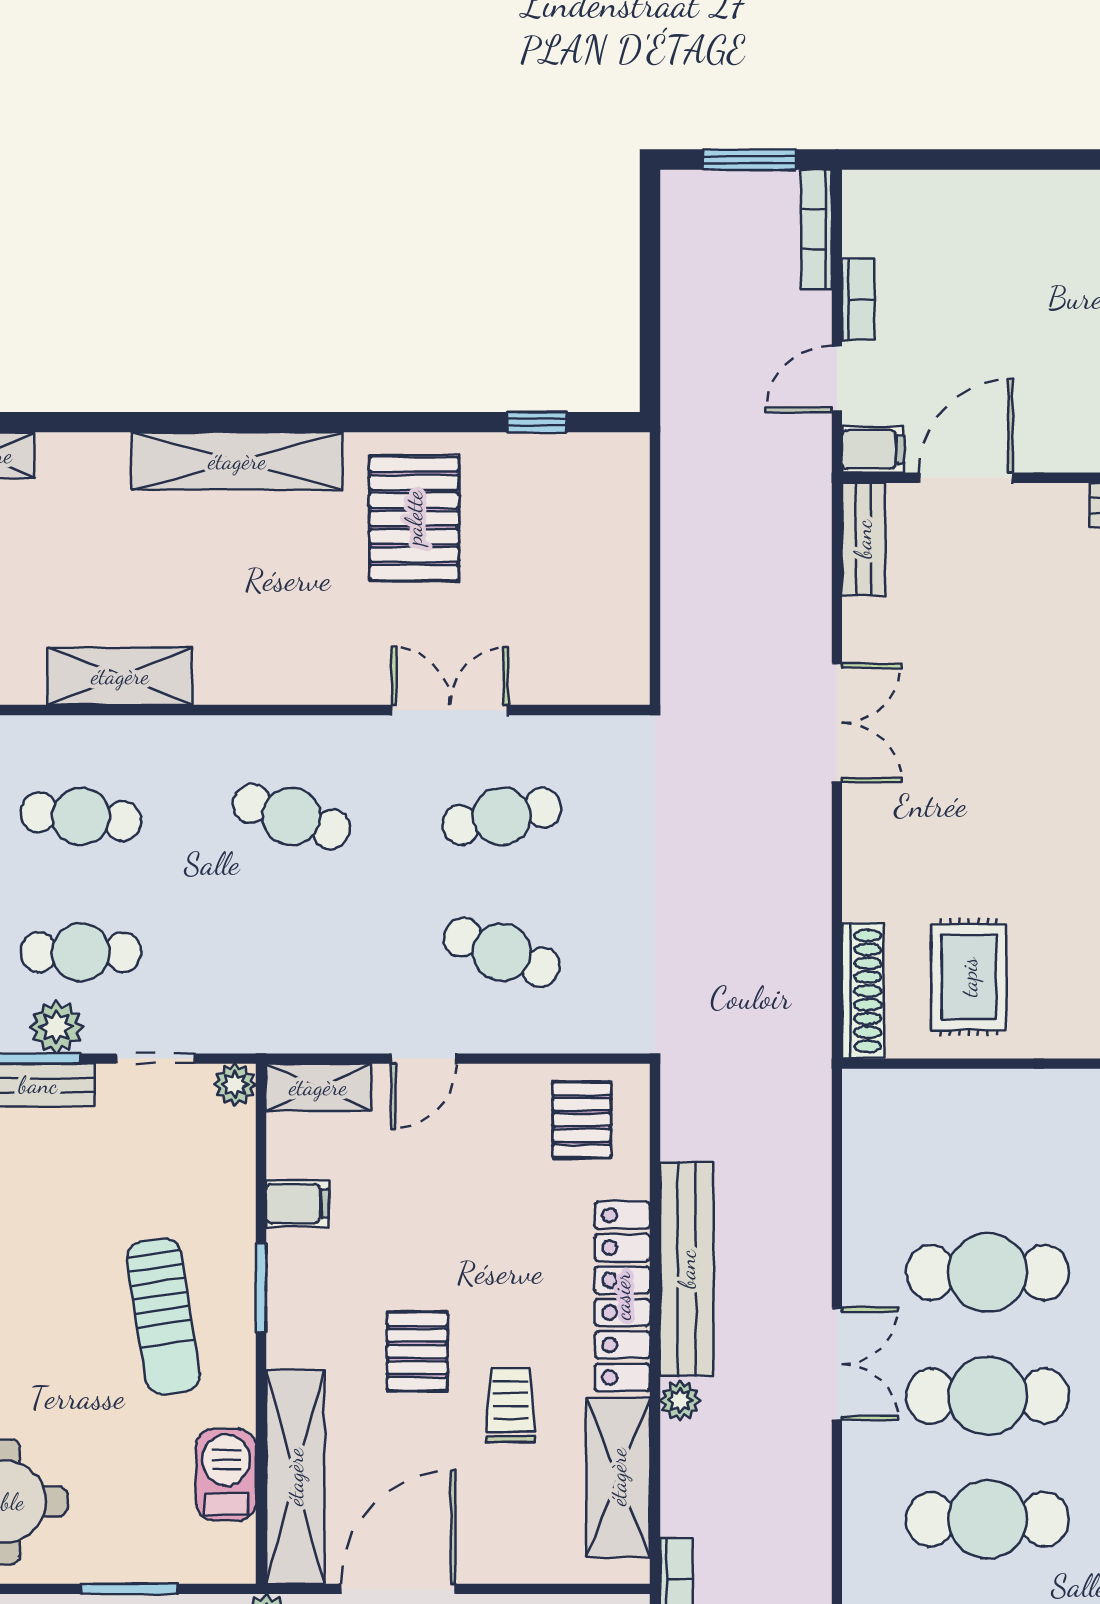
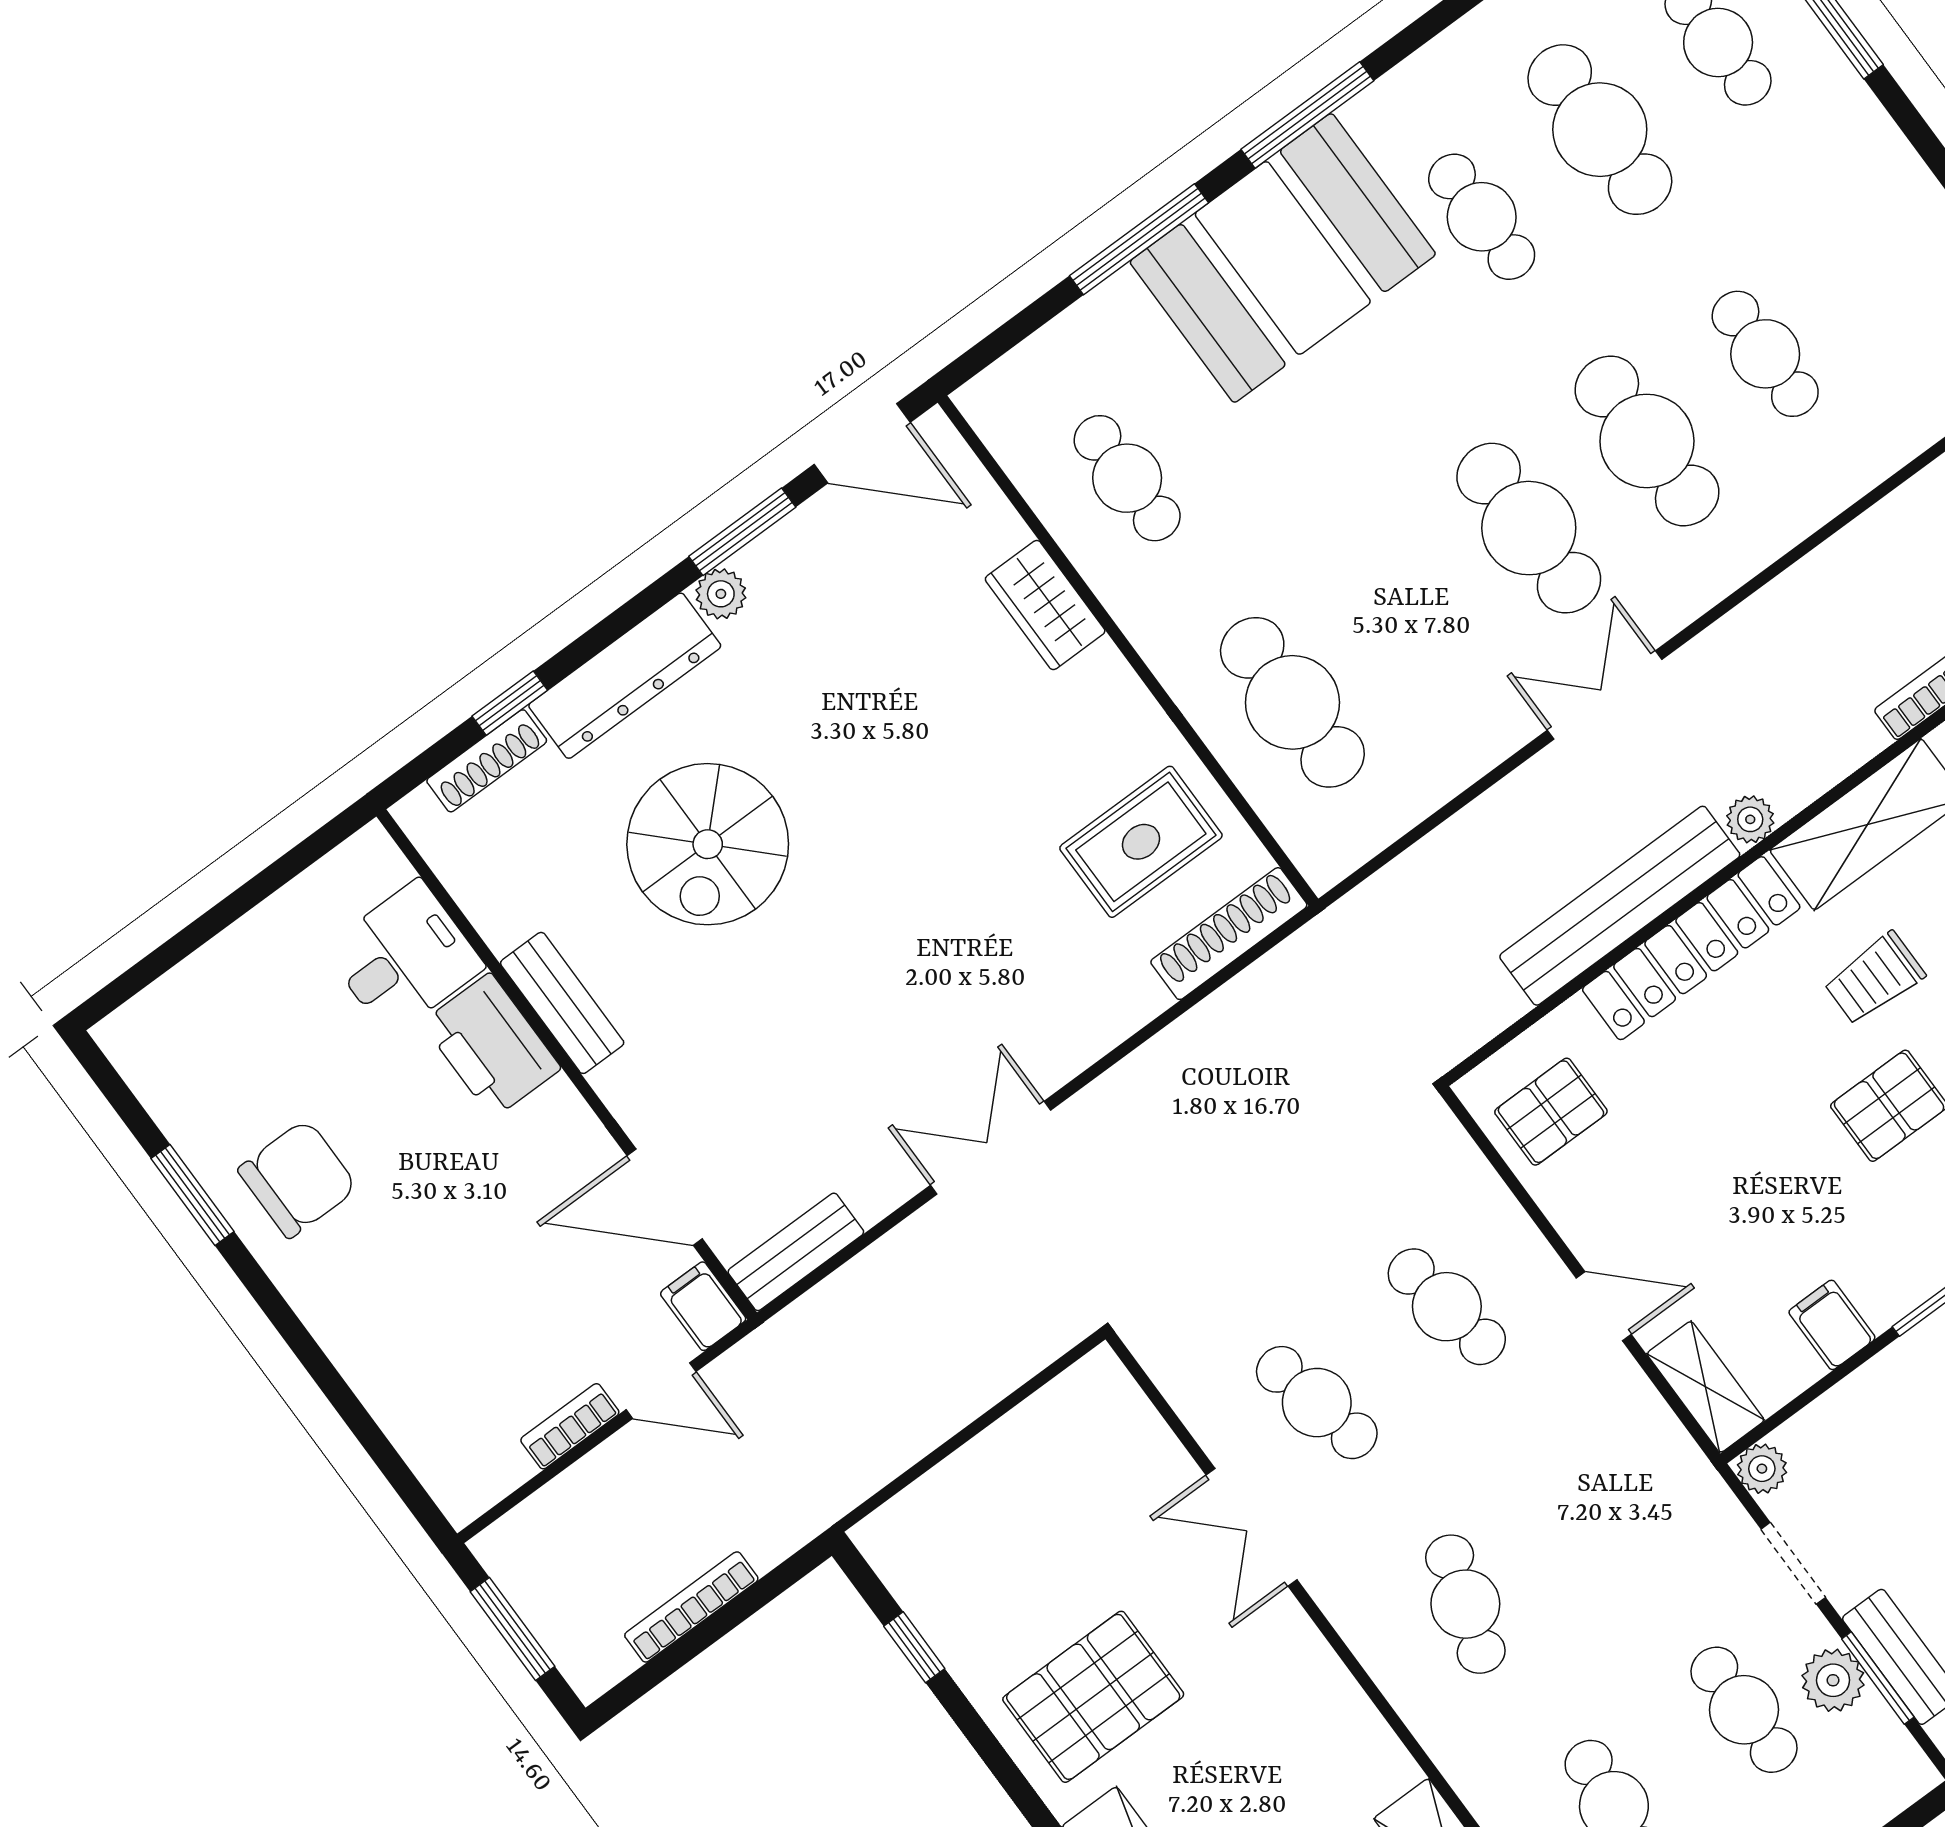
bookcase: (816, 229) -> (691, 1607), moved, turned 180
cafe table: (502, 952) -> (1447, 1307), turned -30
cafe table: (988, 1273) -> (1292, 702), moved

